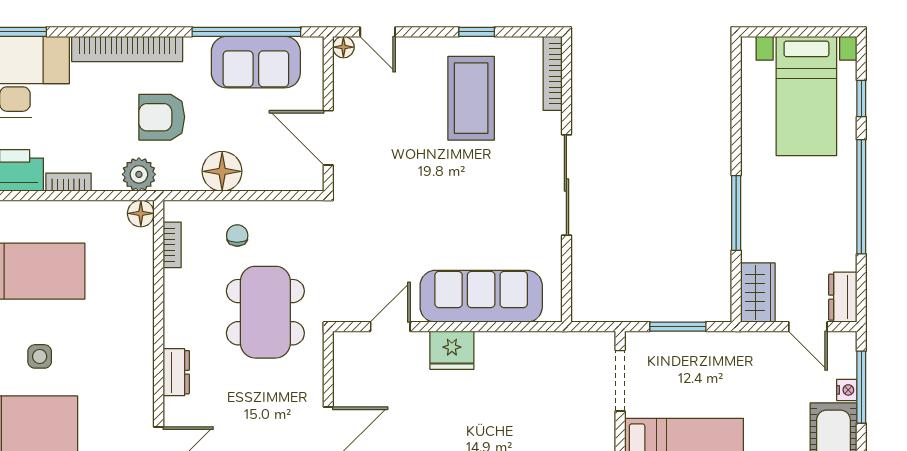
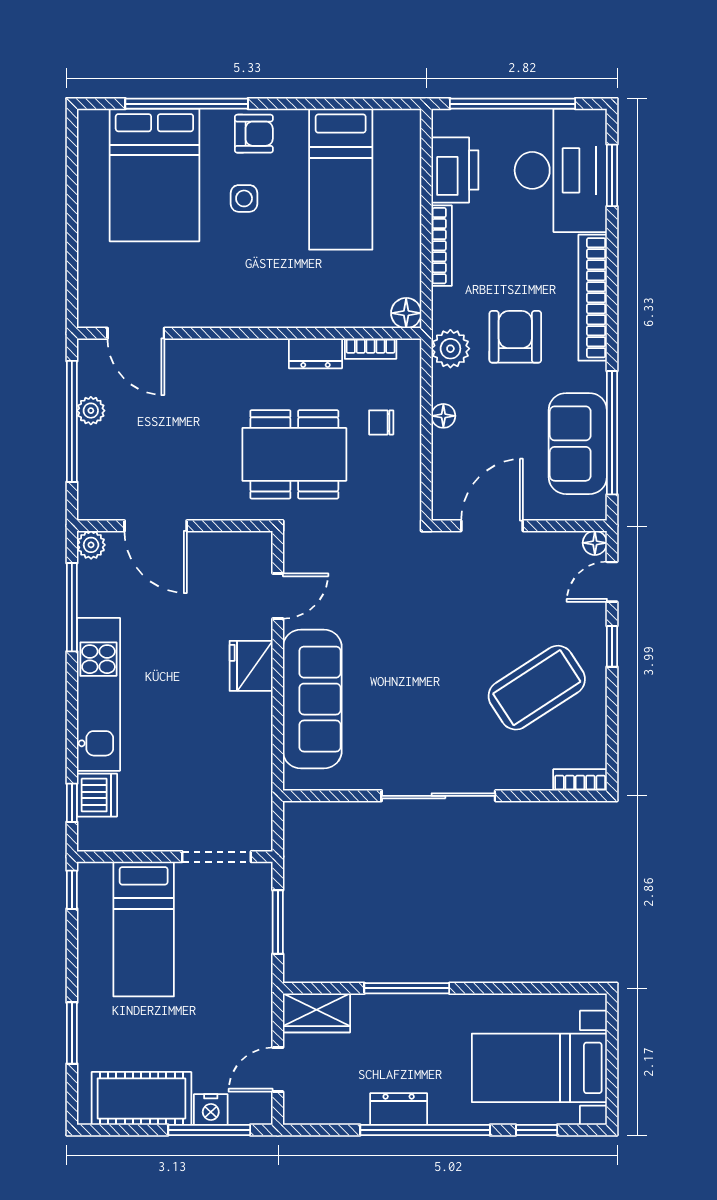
window: (477, 32) -> (612, 646), moved
bookcase: (553, 73) -> (580, 780), width x0.64
coffee table: (471, 98) -> (537, 688), turned -33
floor lamp: (222, 171) -> (443, 416), width x0.53, depth x0.53
plant: (139, 174) -> (450, 349), moved
bookcase: (69, 182) -> (442, 246), width x1.56
chair: (237, 235) -> (381, 422), turned 180
dresser: (843, 297) -> (399, 1109), moved
door: (390, 327) -> (278, 596), hinge flipped
dresser: (176, 372) -> (315, 353), moved
nightstand: (847, 390) -> (211, 1110), width x1.39, depth x1.35

